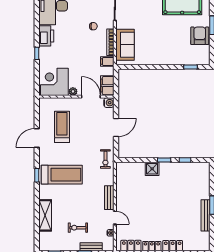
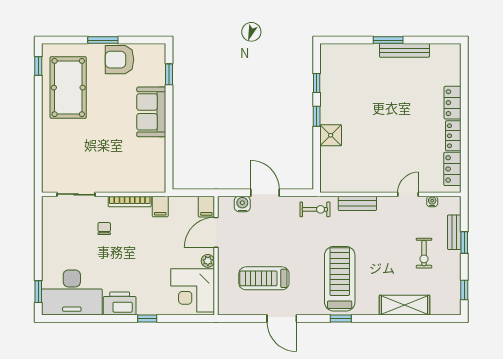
sofa: (125, 45) -> (151, 112), moved, turned -90
filing cabinet: (107, 86) -> (206, 207), width x0.50
water cooler: (109, 103) -> (242, 204), moved
bench: (109, 198) -> (357, 203), moved

